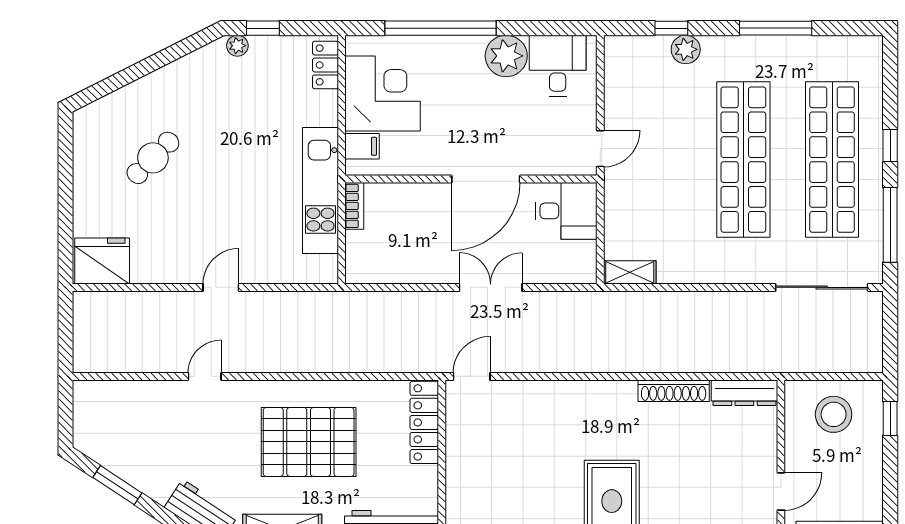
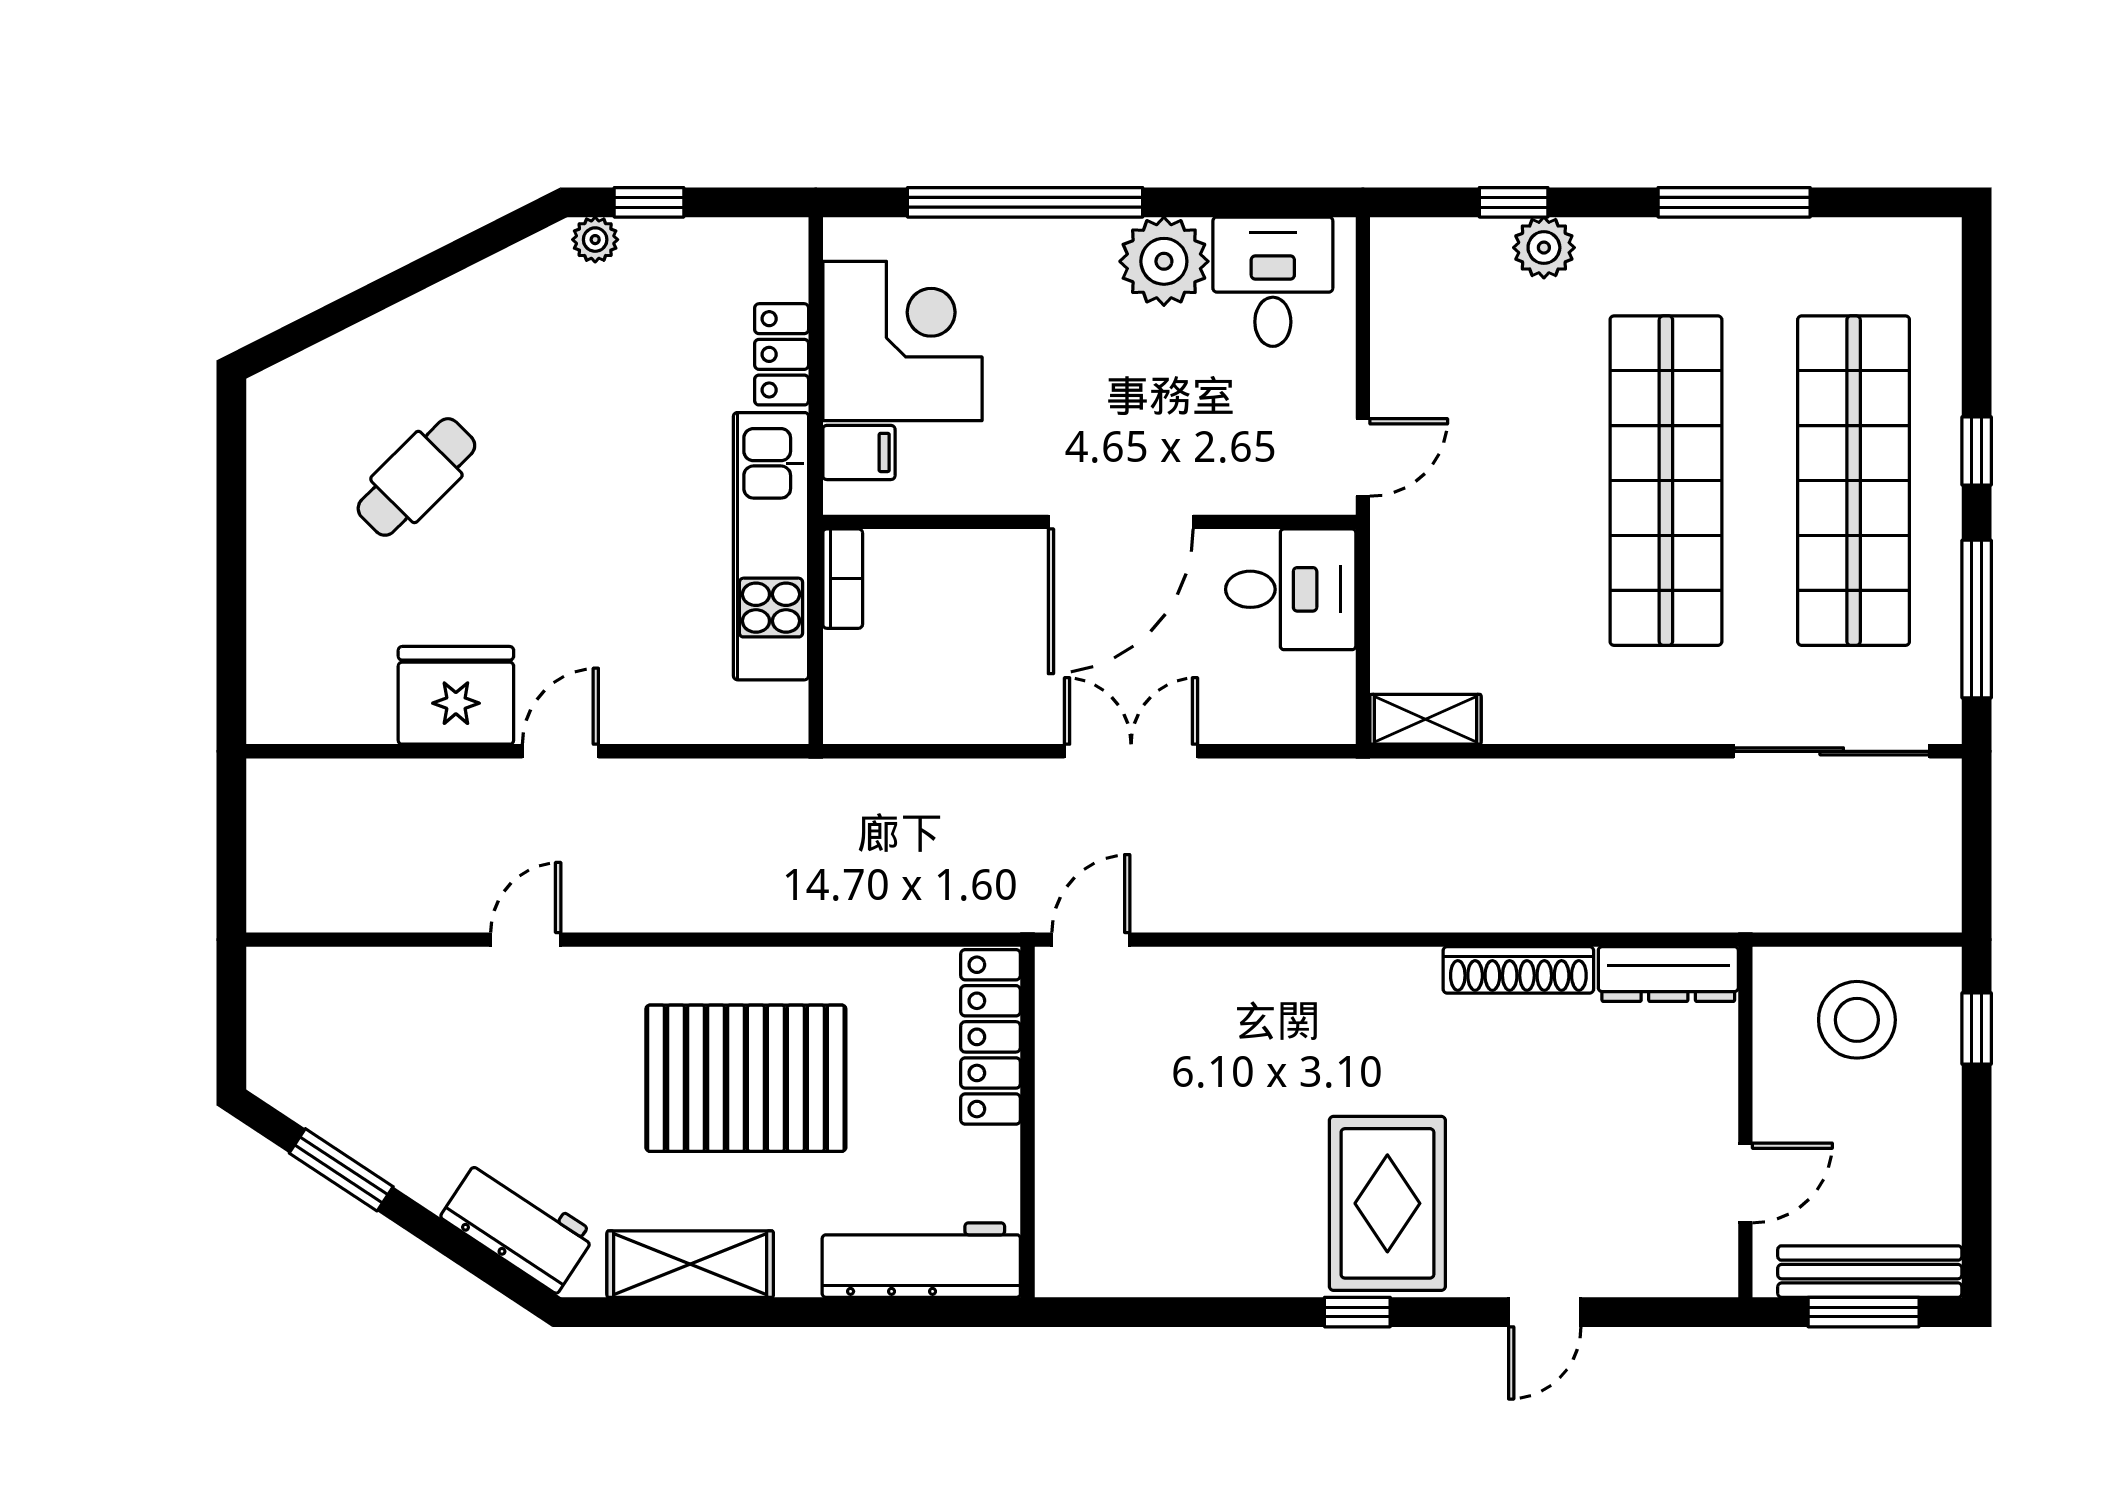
locker: (325, 65) -> (782, 354), moved
fridge: (102, 261) -> (456, 695), moved

